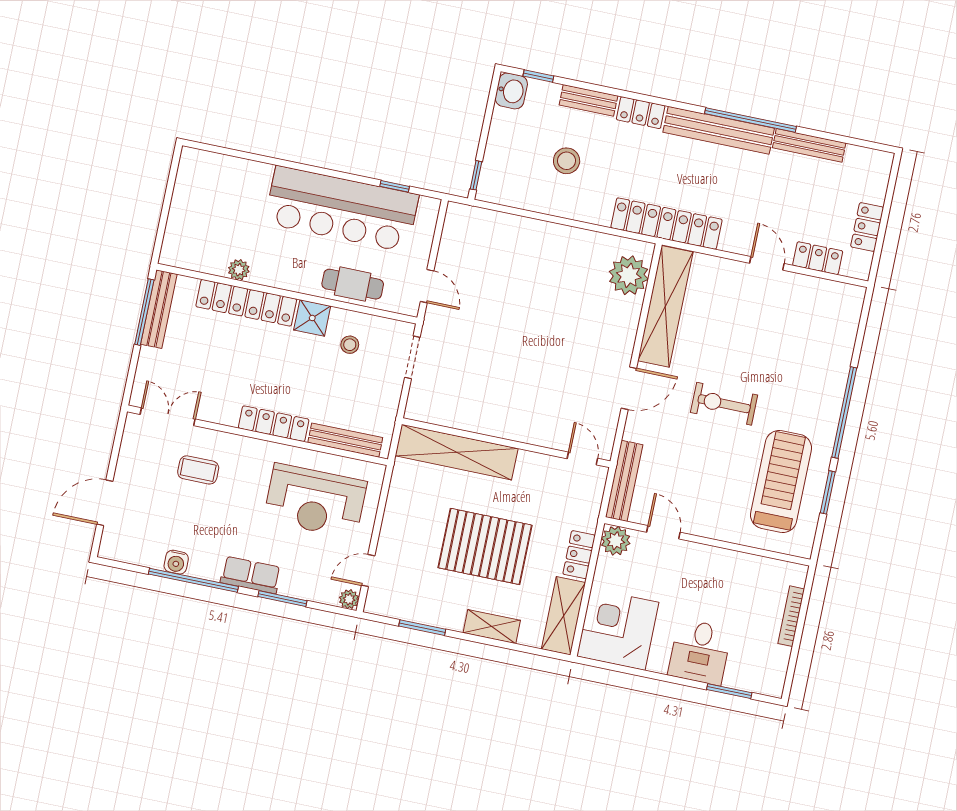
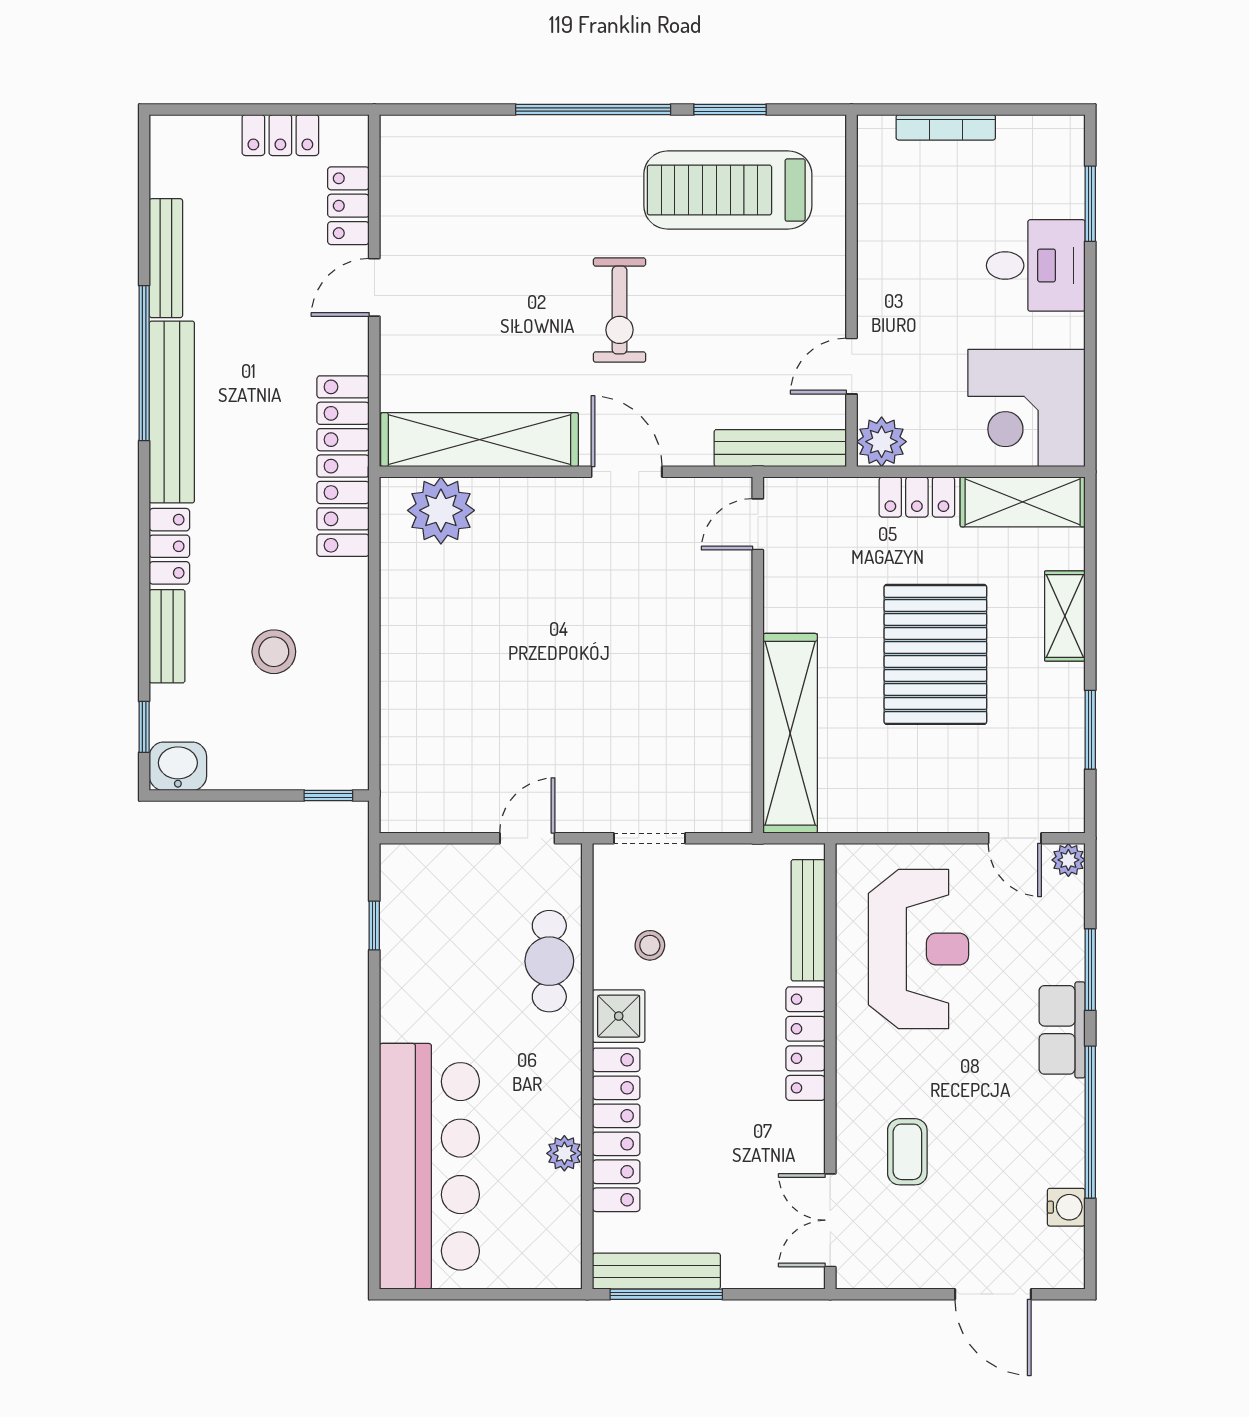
bar counter: (342, 209) -> (429, 1166), moved
water cooler: (176, 562) -> (1066, 1207), moved

